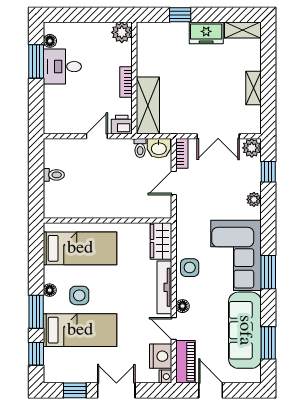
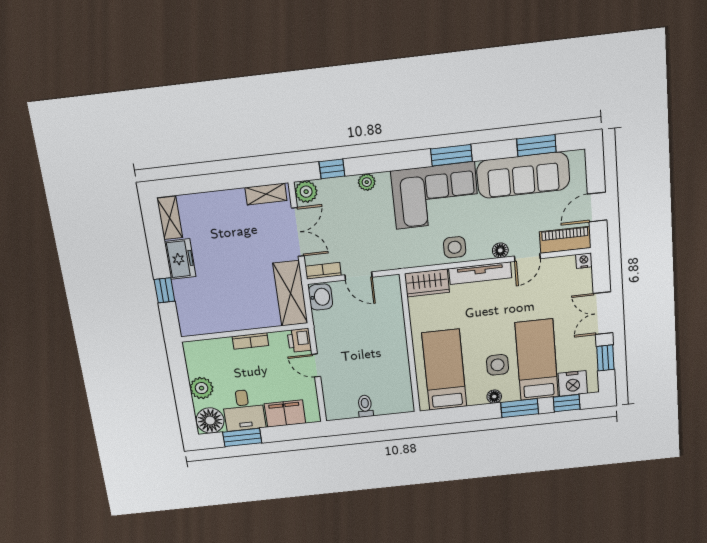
plant: (122, 32) -> (202, 388), moved
floor lamp: (50, 41) -> (210, 421), width x1.89, depth x1.89
shelving: (254, 88) -> (266, 194), moved
filing cabinet: (55, 103) -> (285, 414), added
shelving: (148, 106) -> (290, 293), moved, turned 90
toilet: (140, 148) -> (323, 318), removed
nightstand: (161, 356) -> (573, 383), moved, turned 180

